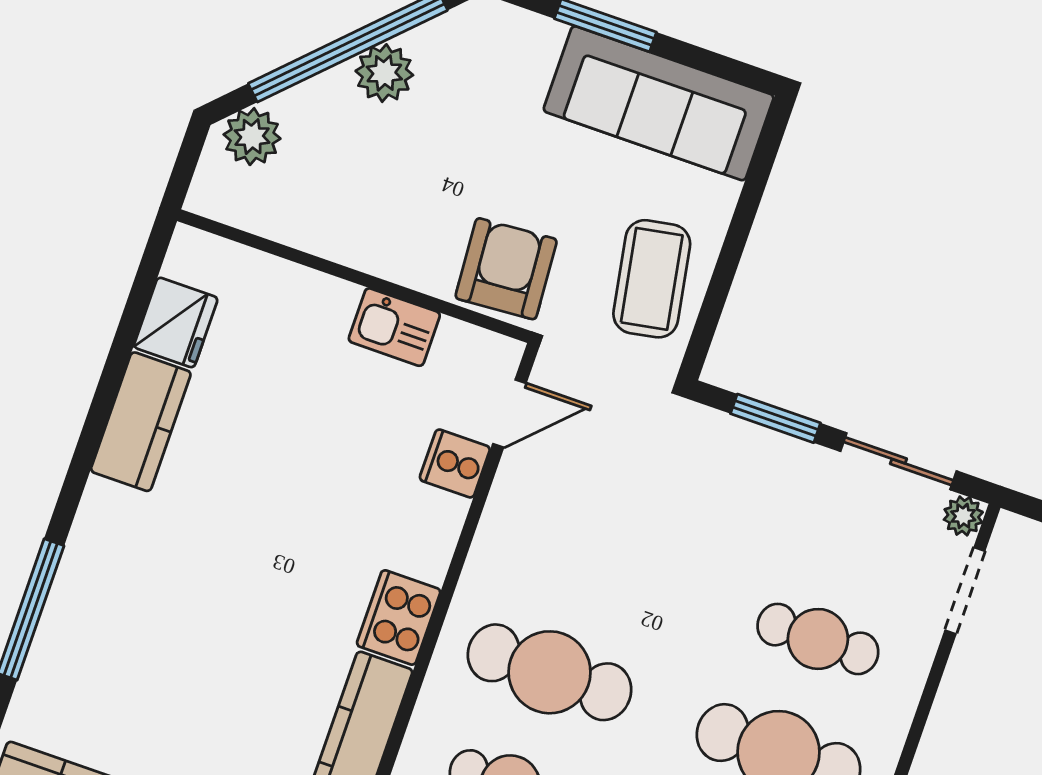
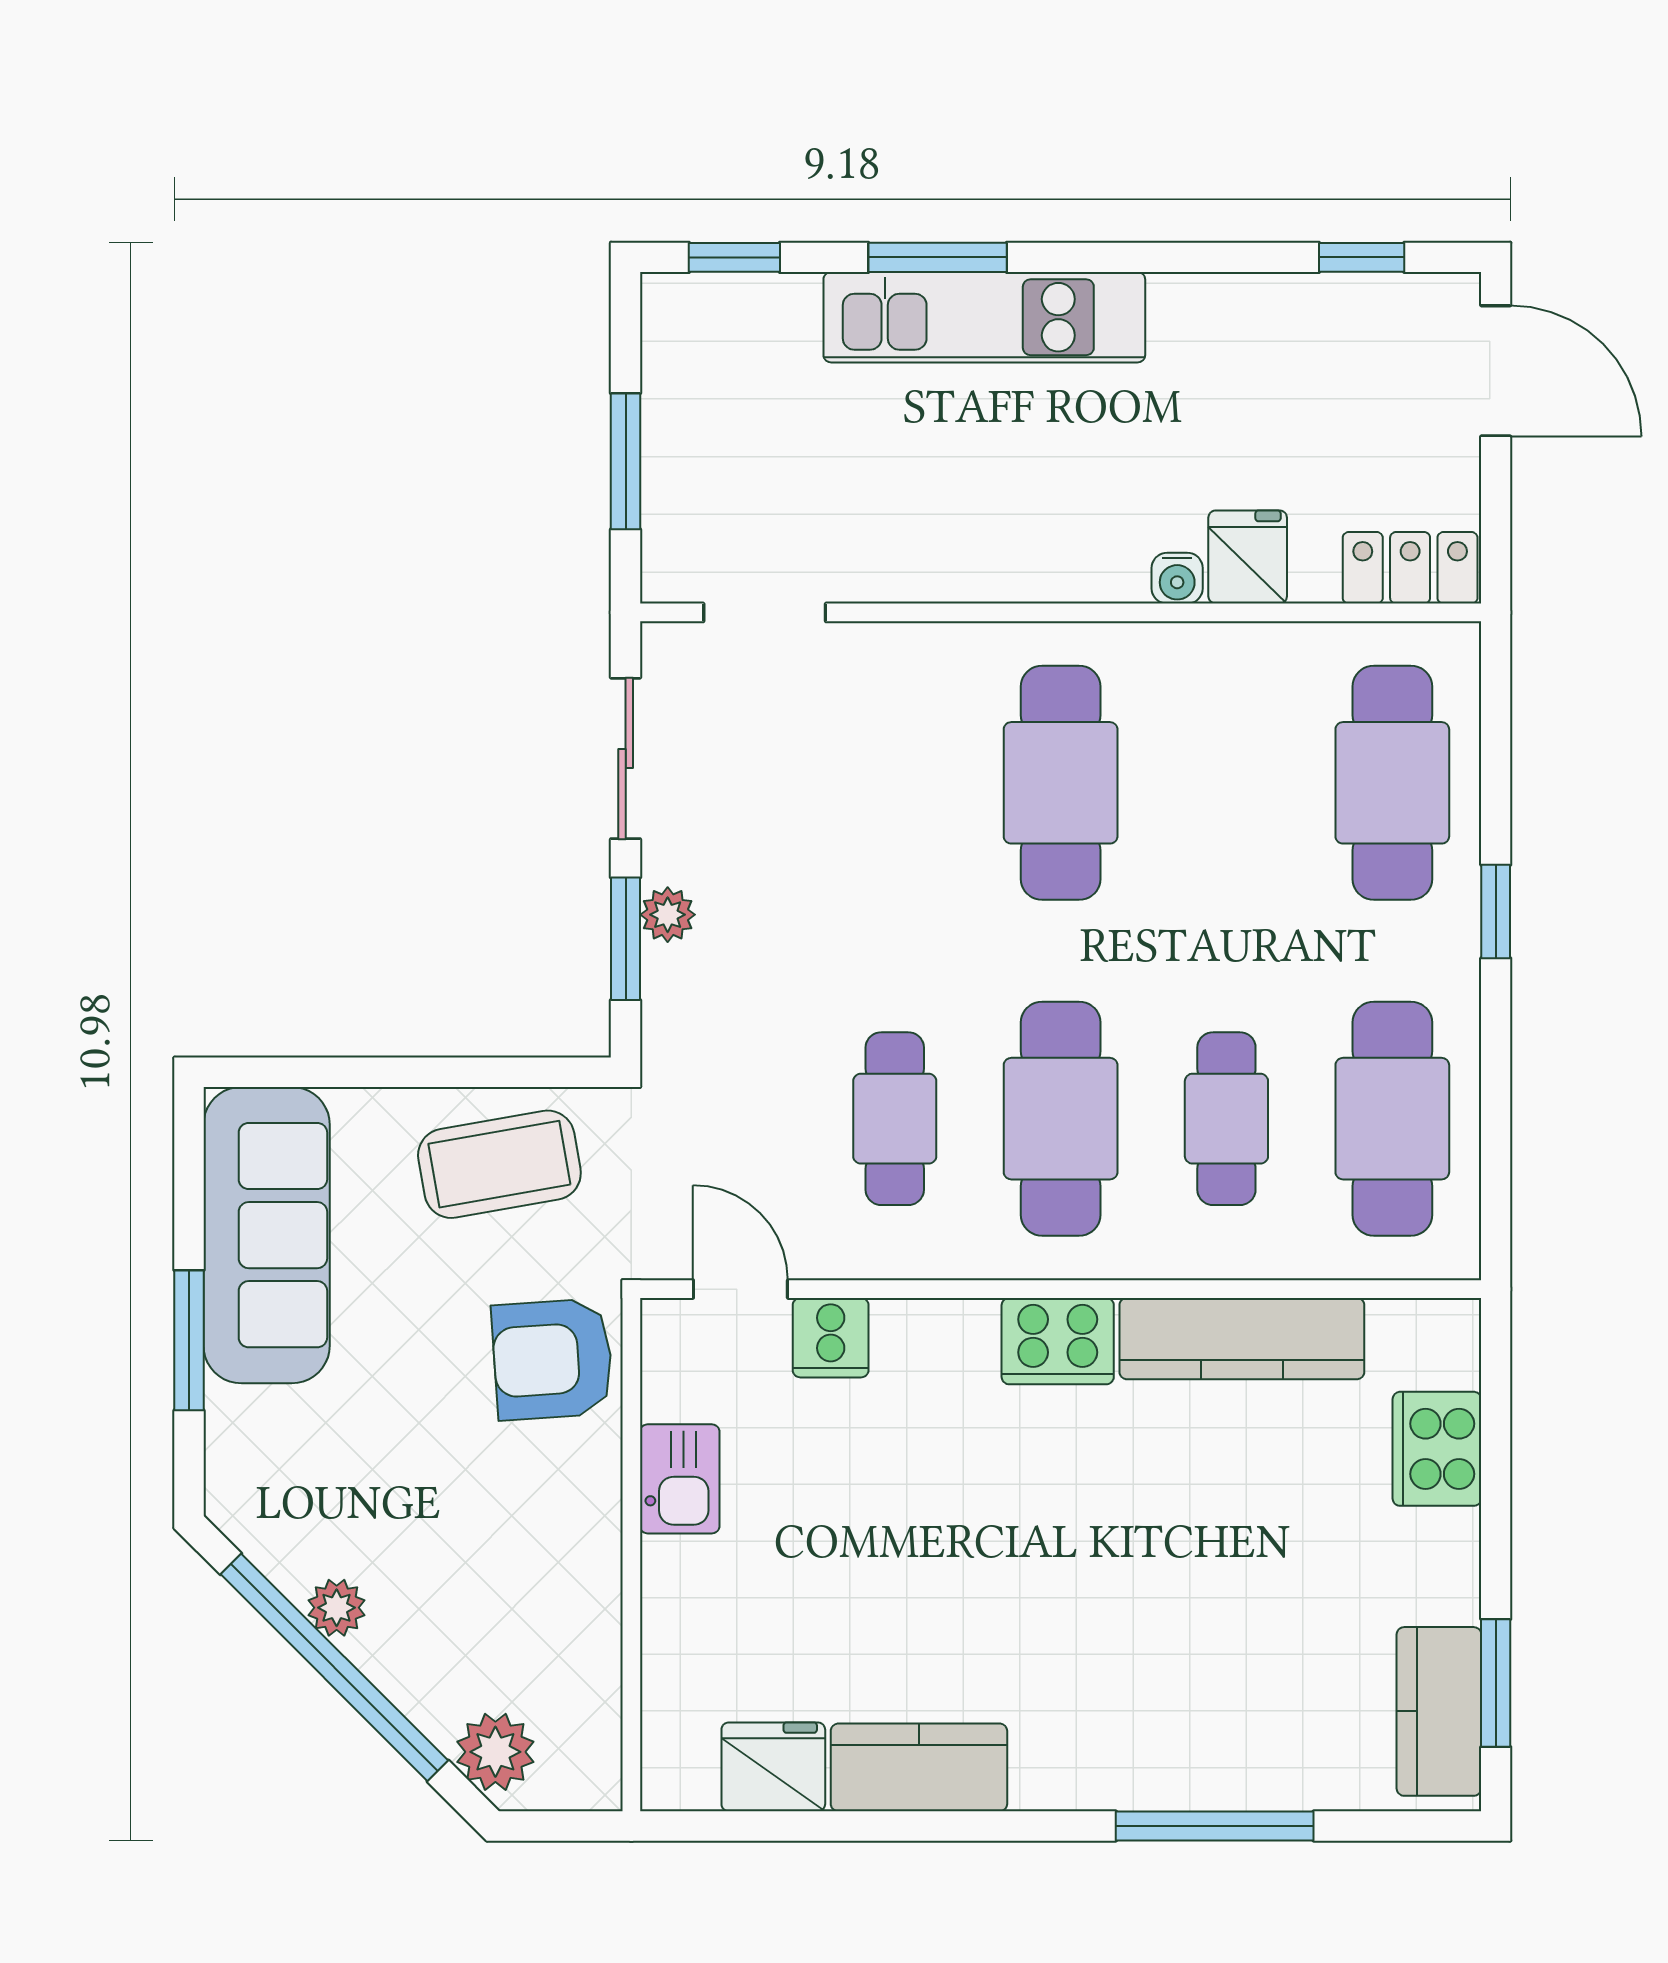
plant: (384, 73) -> (337, 1608), width x0.73, depth x0.73
plant: (963, 516) -> (668, 915), moved
cafe table: (818, 639) -> (895, 1119), moved

